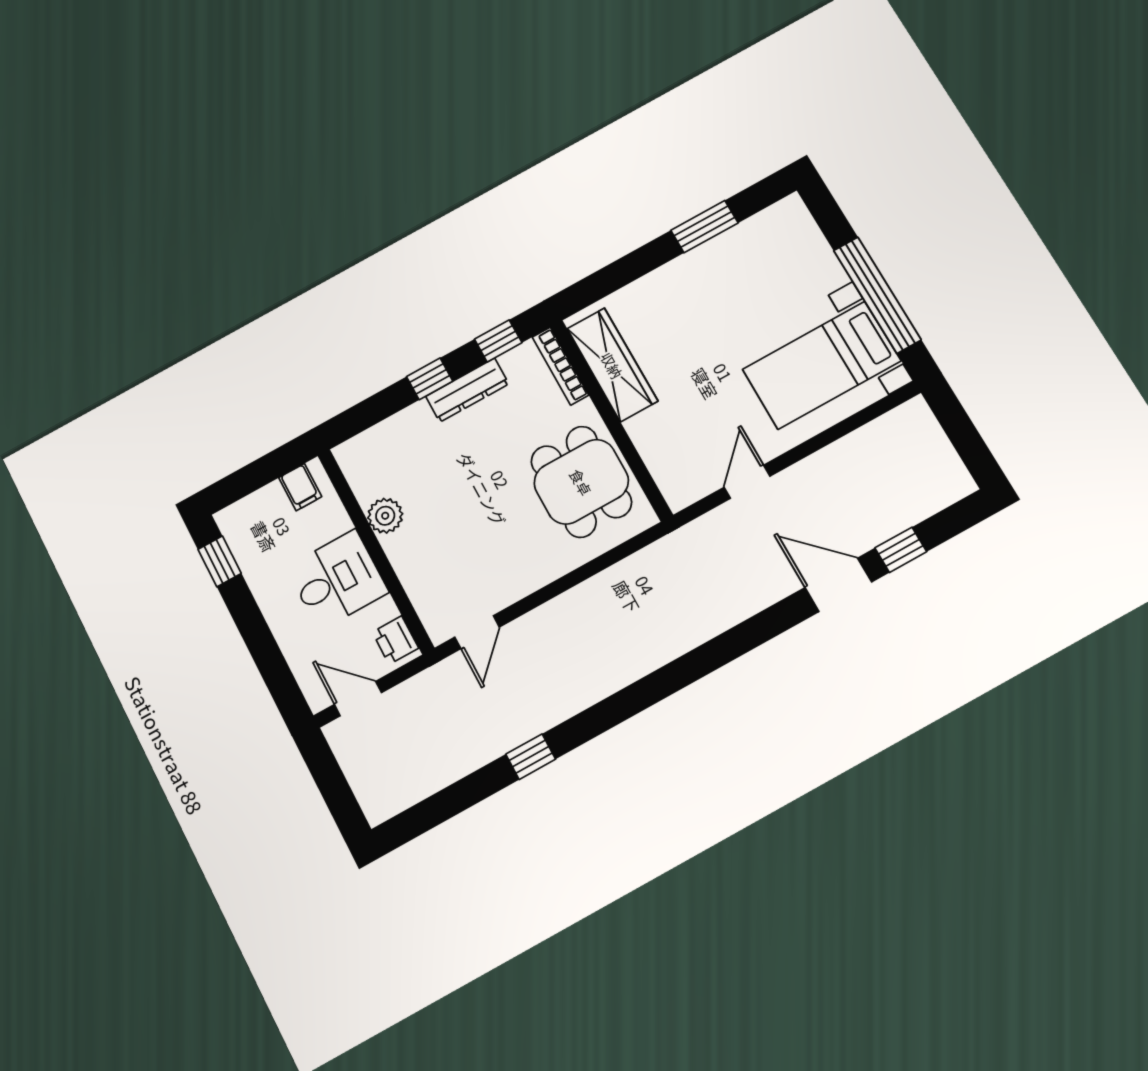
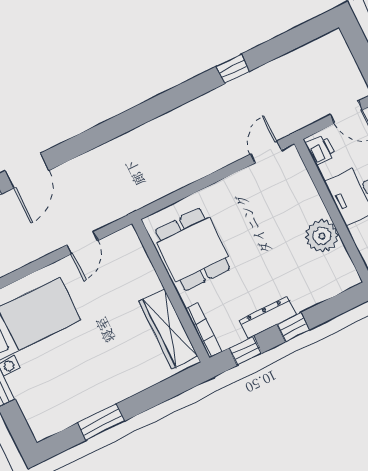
plant: (385, 516) -> (322, 236), width x1.36, depth x1.36
door: (838, 585) -> (27, 171), hinge flipped

